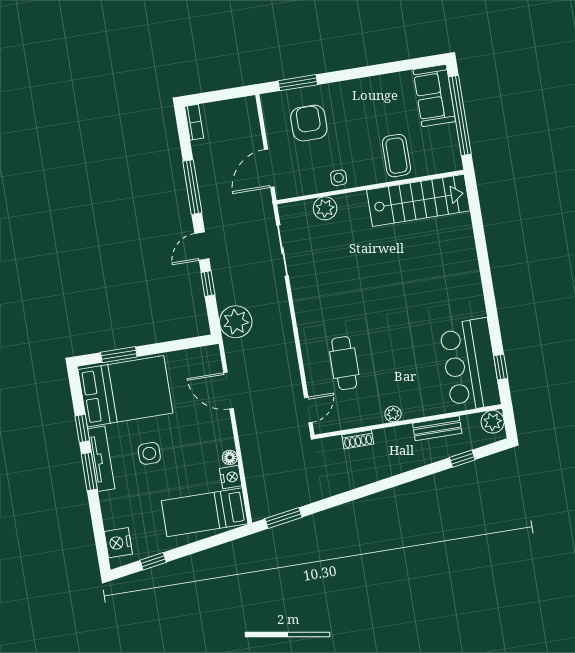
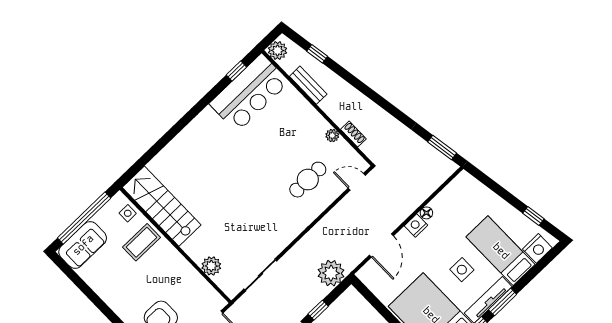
side table: (339, 178) -> (128, 213), moved
plant: (393, 414) -> (332, 136), moved
nightstand: (231, 477) -> (416, 225), moved
bed: (205, 512) -> (501, 251), moved, turned 180

